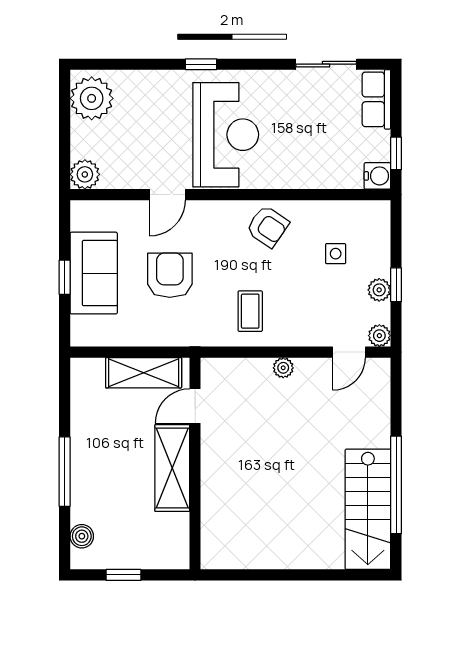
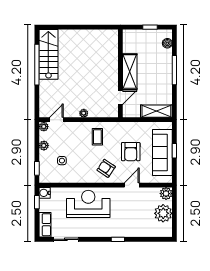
plant: (92, 98) -> (163, 213), moved
reception desk: (226, 135) -> (88, 204), moved, turned 90
armchair: (268, 226) -> (106, 168), moved
sofa: (94, 273) -> (162, 153), width x1.36
window: (396, 285) -> (37, 168), moved
shelving: (144, 373) -> (156, 111), moved

